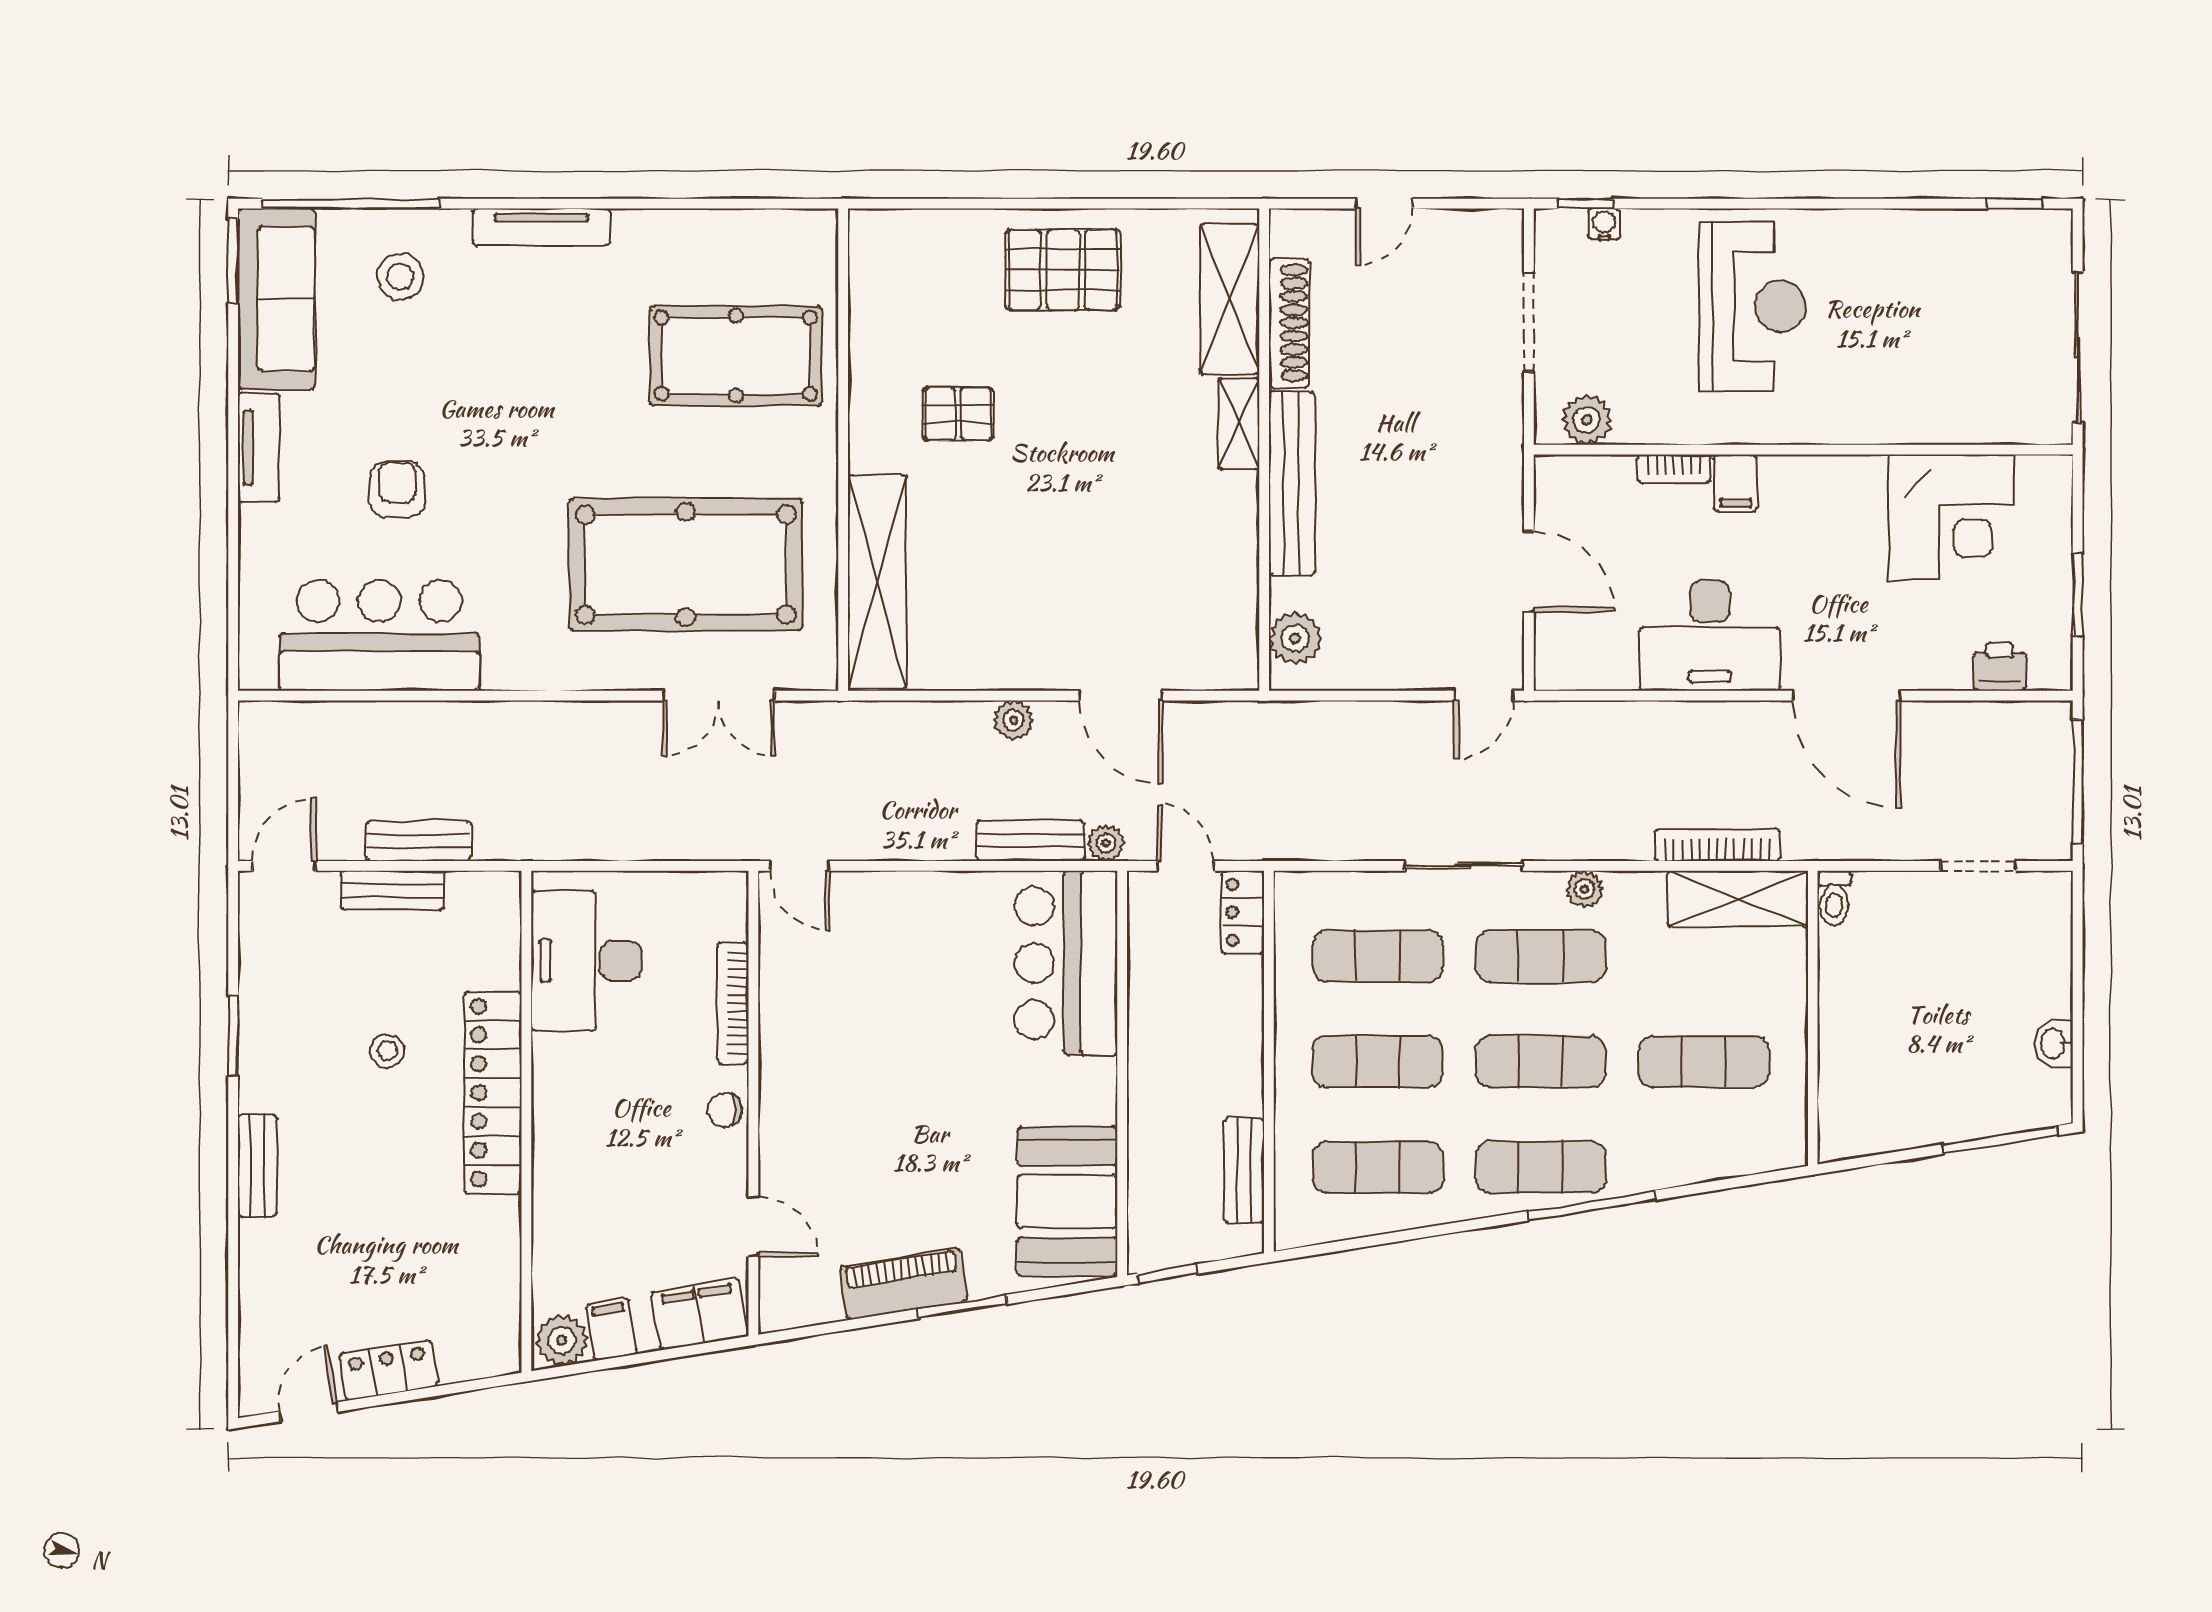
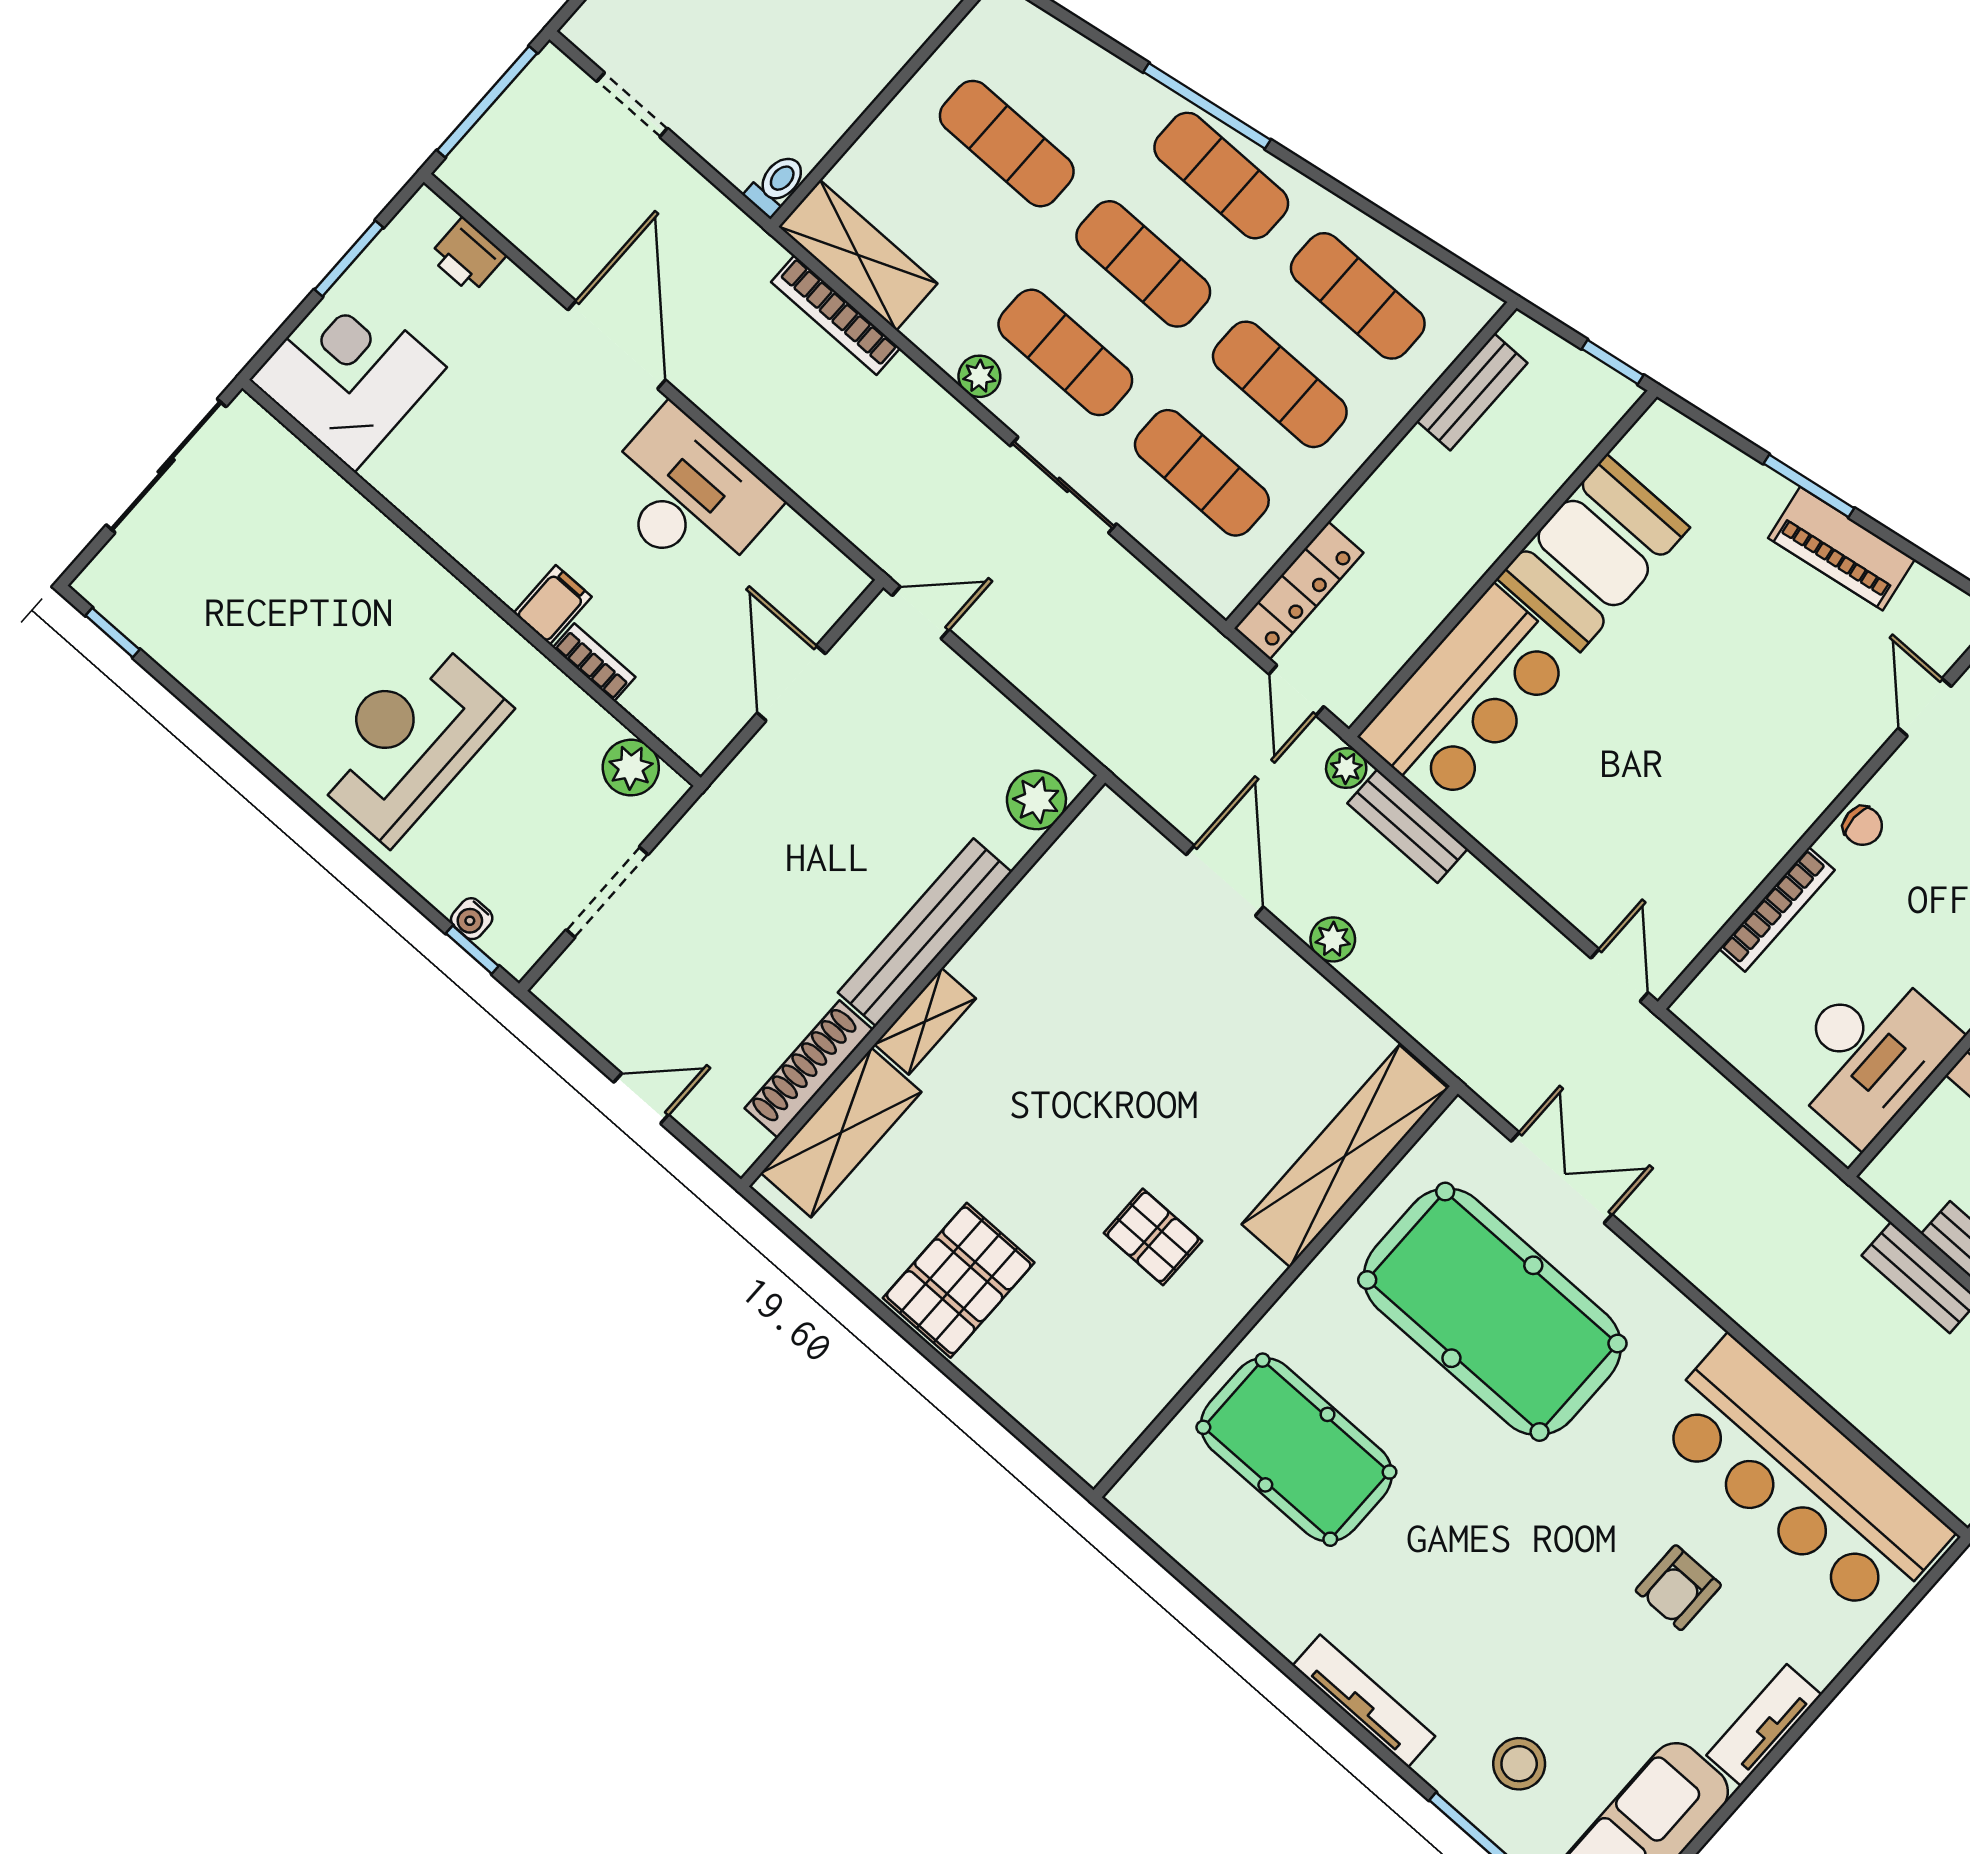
pallet: (1063, 270) -> (959, 1280), turned 90
corner desk: (1951, 517) -> (348, 373), moved
bar counter: (379, 635) -> (1801, 1479), width x1.36
locker: (1243, 912) -> (1299, 590), width x1.53
booth: (1067, 1202) -> (1593, 553), moved

